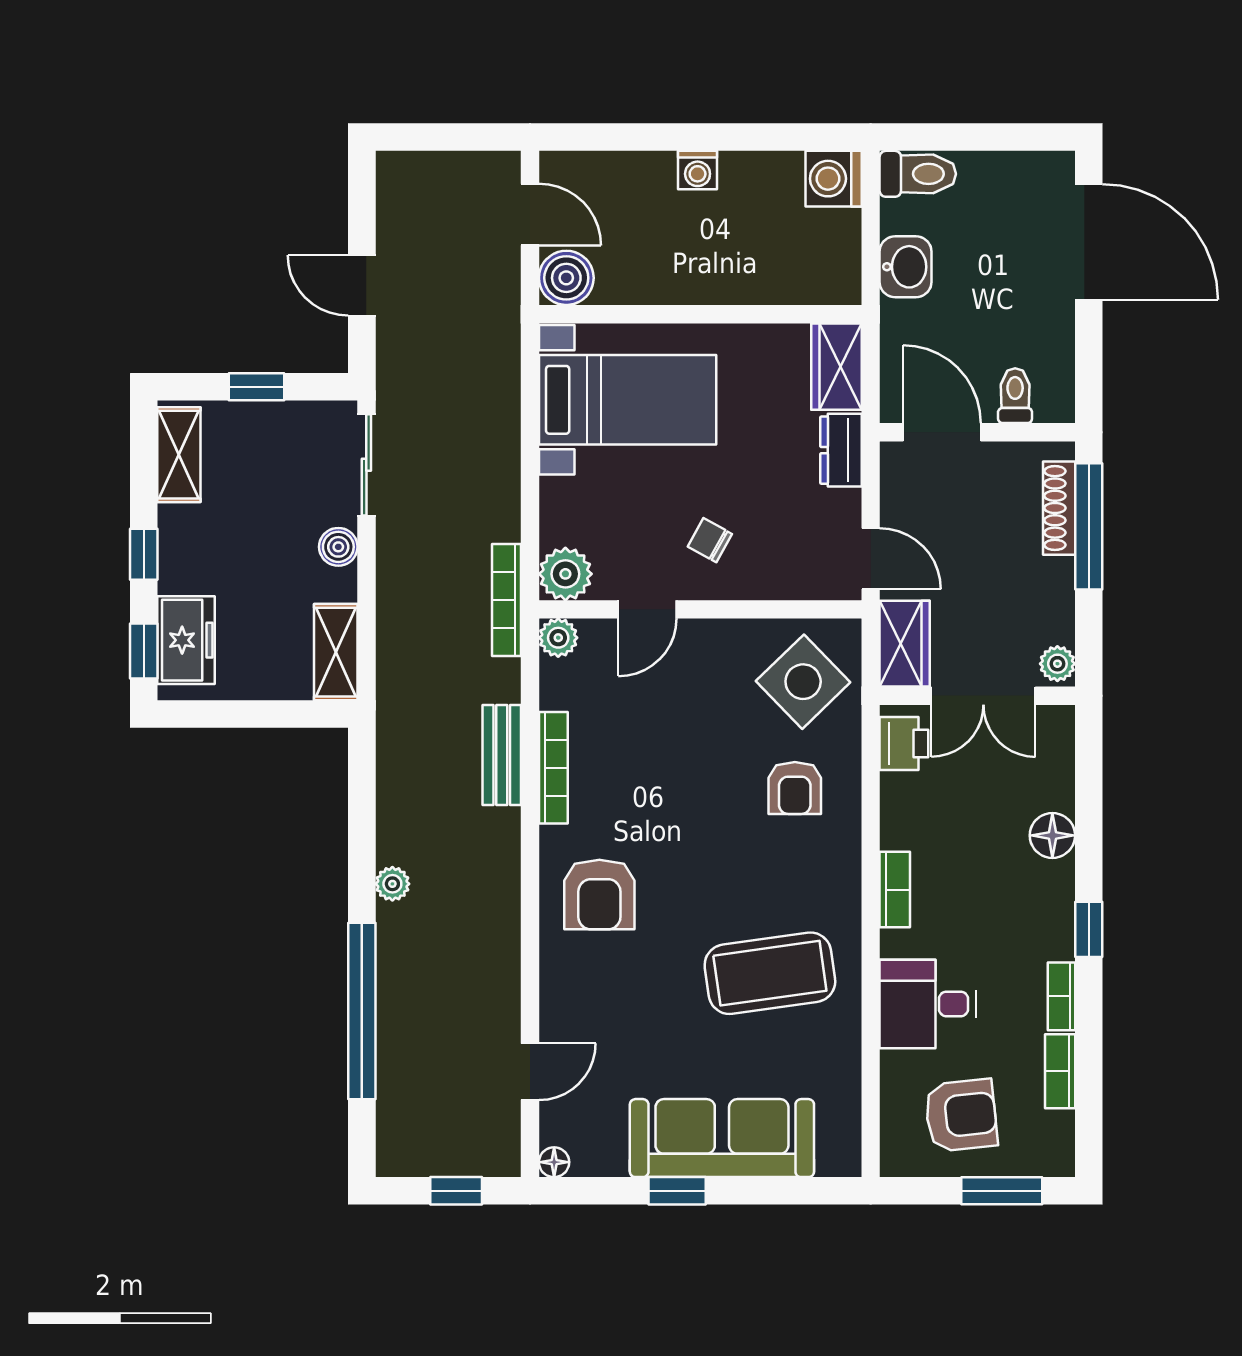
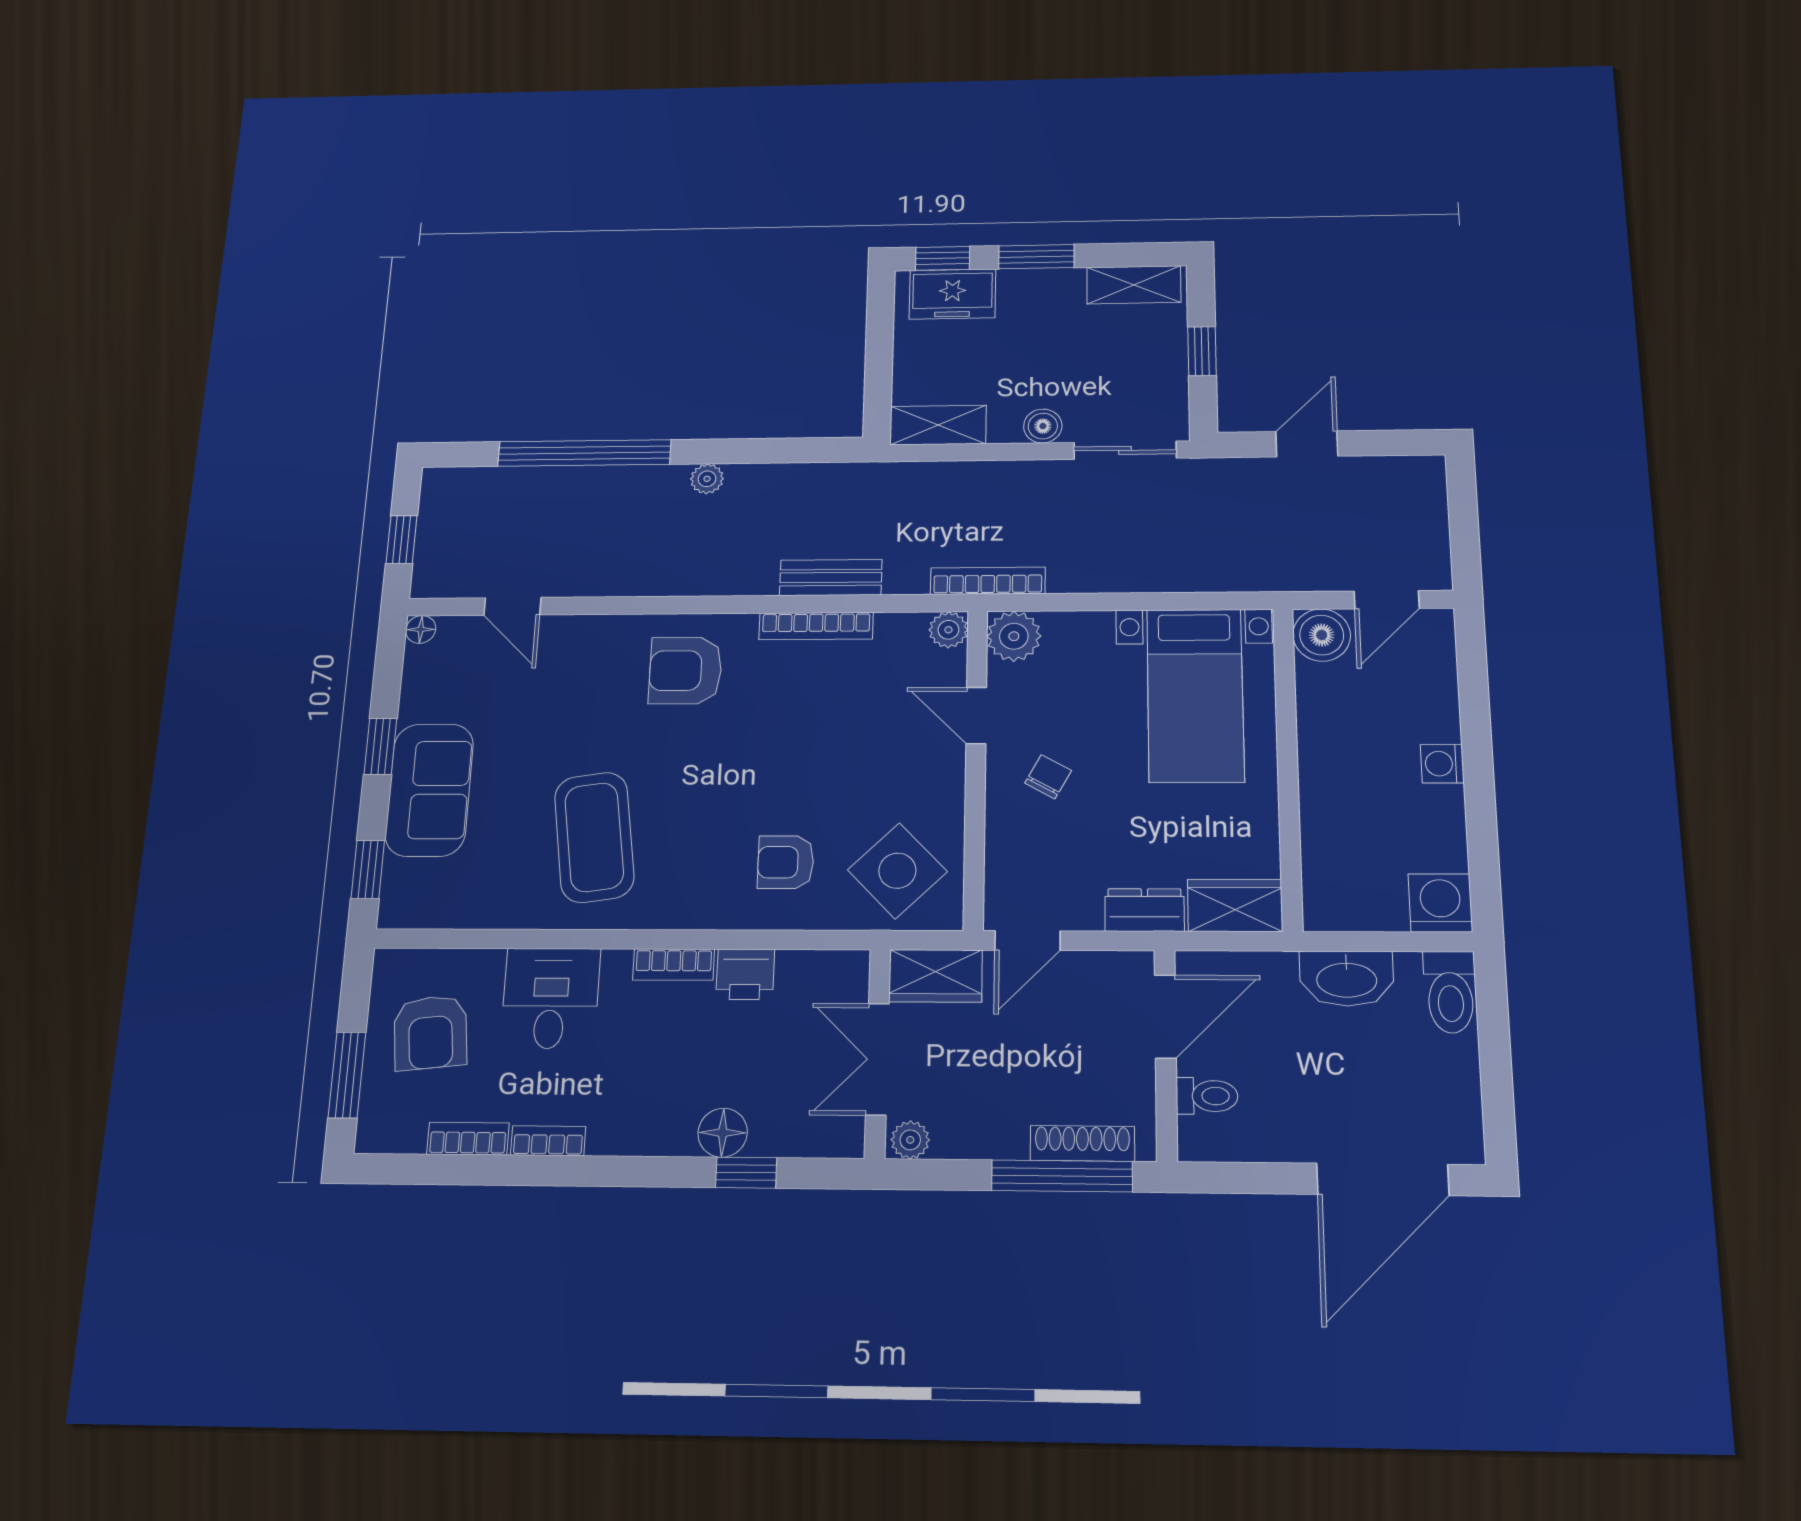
washbasin: (906, 267) -> (1347, 979), width x1.38
window: (144, 554) -> (1036, 257), width x1.50
printer: (904, 743) -> (745, 974), moved
window: (1089, 929) -> (746, 1173), moved
sofa: (722, 1138) -> (429, 790), width x0.73
window: (802, 1191) -> (368, 869), added

